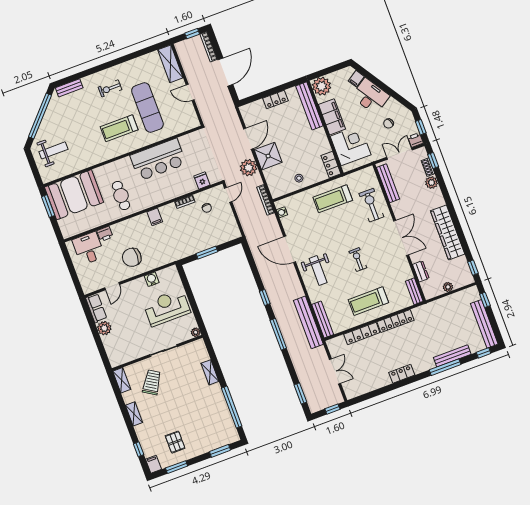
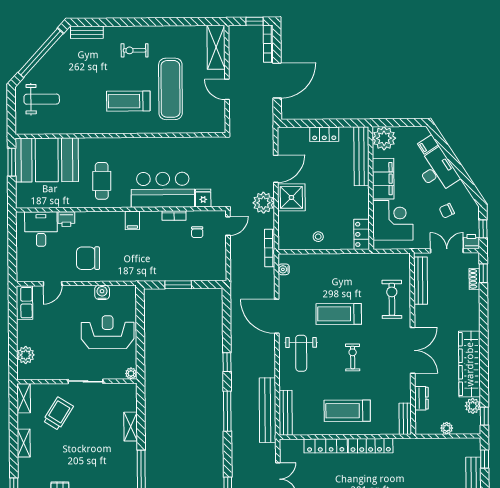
bar counter: (158, 160) -> (163, 190), moved, turned 180
plant: (431, 183) -> (473, 406), moved
treadmill: (333, 199) -> (339, 314), moved
plant: (104, 328) -> (26, 355), moved

